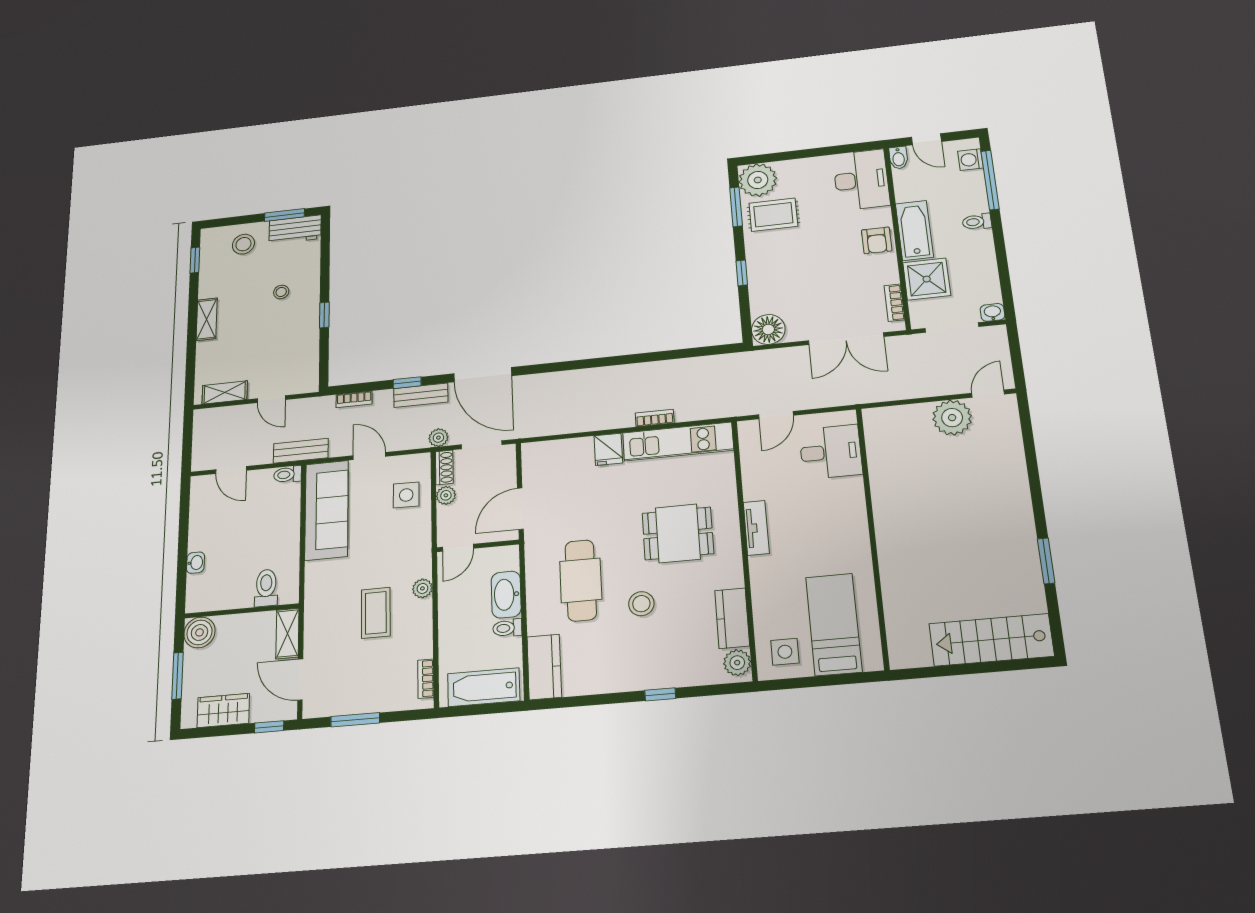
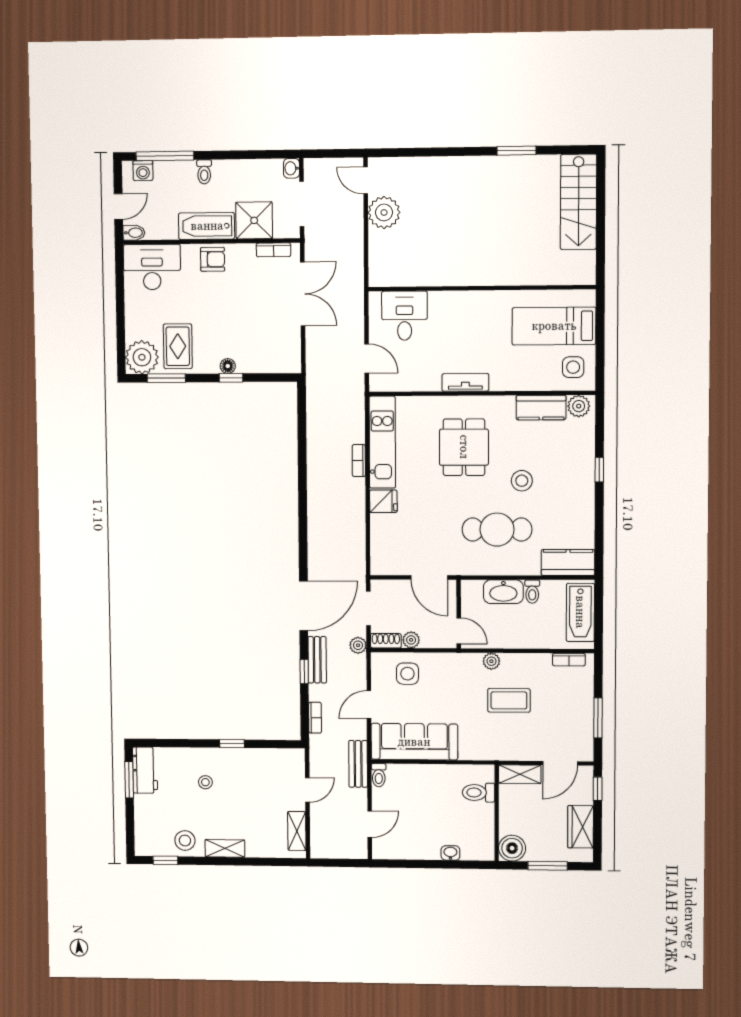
stool: (243, 244) -> (185, 841), moved
floor lamp: (768, 329) -> (228, 366), moved, width x0.53, depth x0.53

